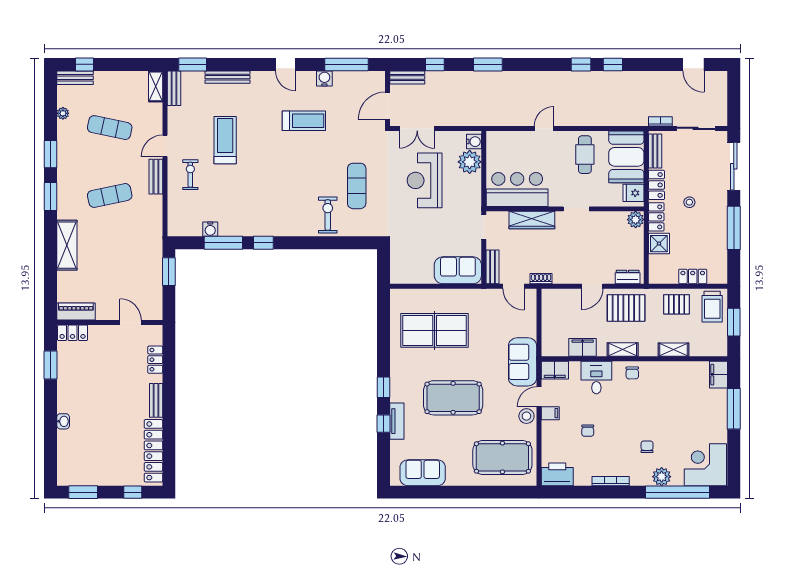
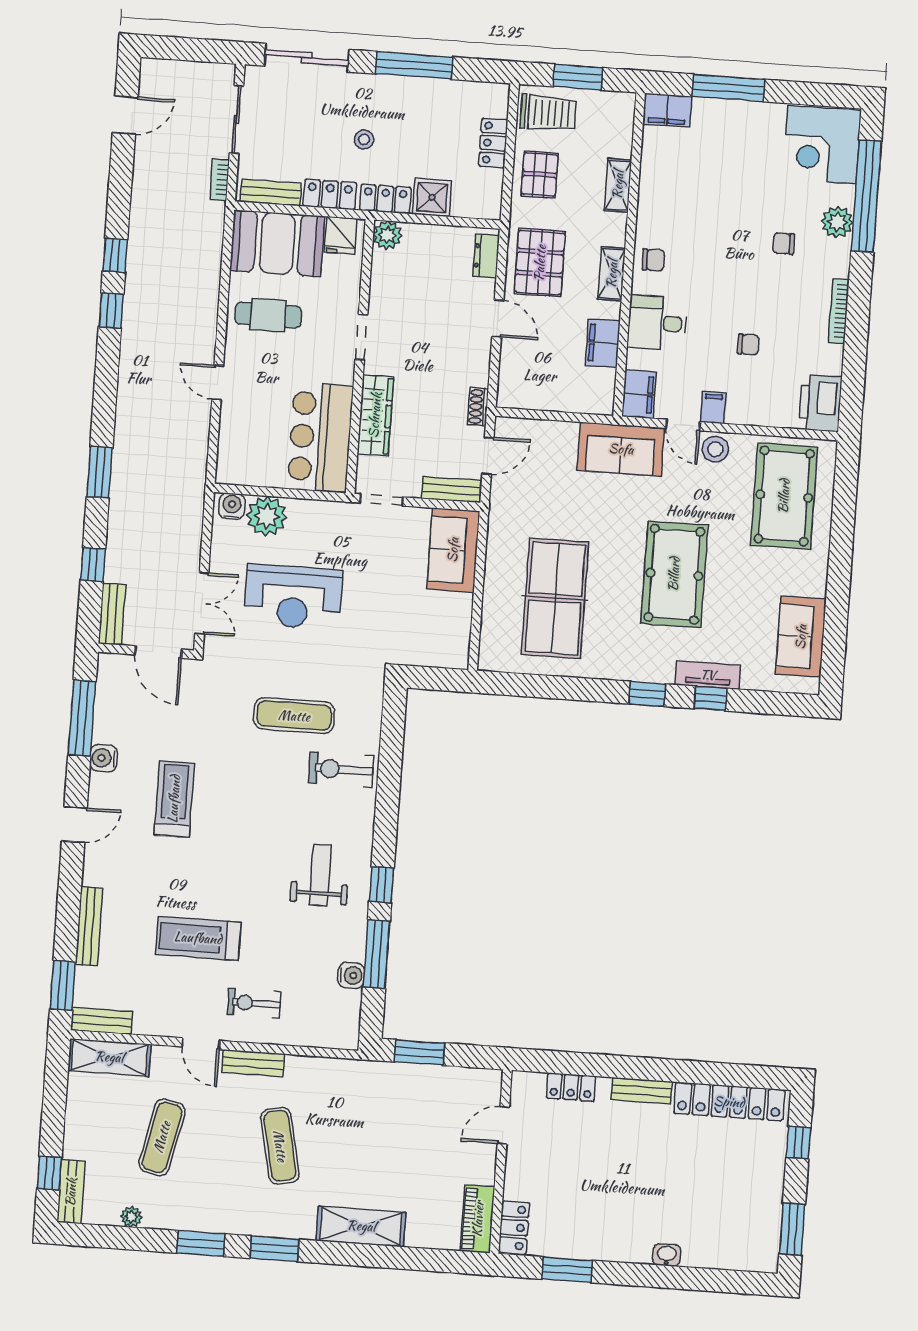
shelving: (156, 86) -> (109, 1057), width x1.50, depth x1.33
weight bench: (266, 207) -> (320, 875), added

